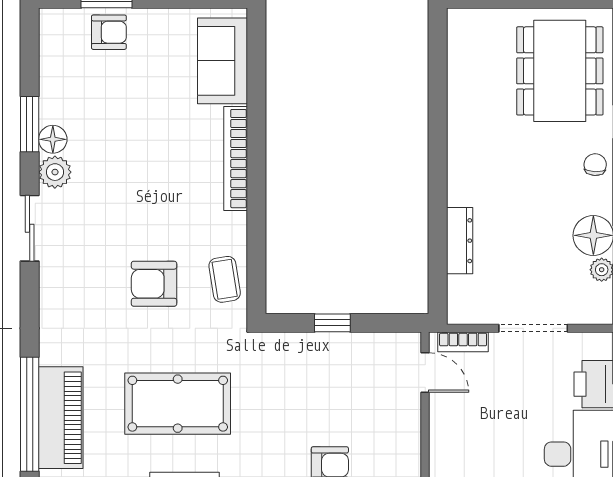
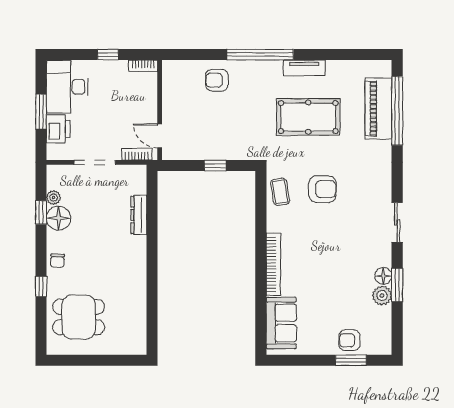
dining table: (560, 71) -> (79, 317), width x0.73
plant: (55, 172) -> (382, 296), moved

